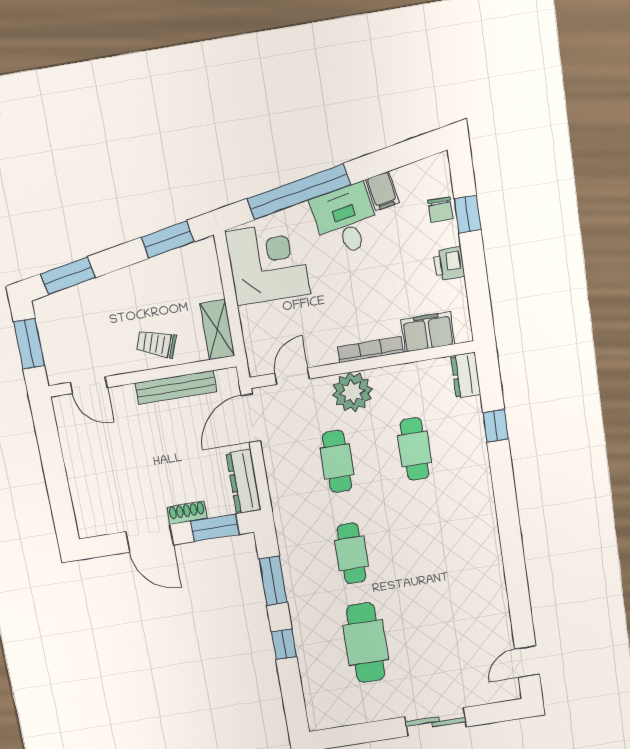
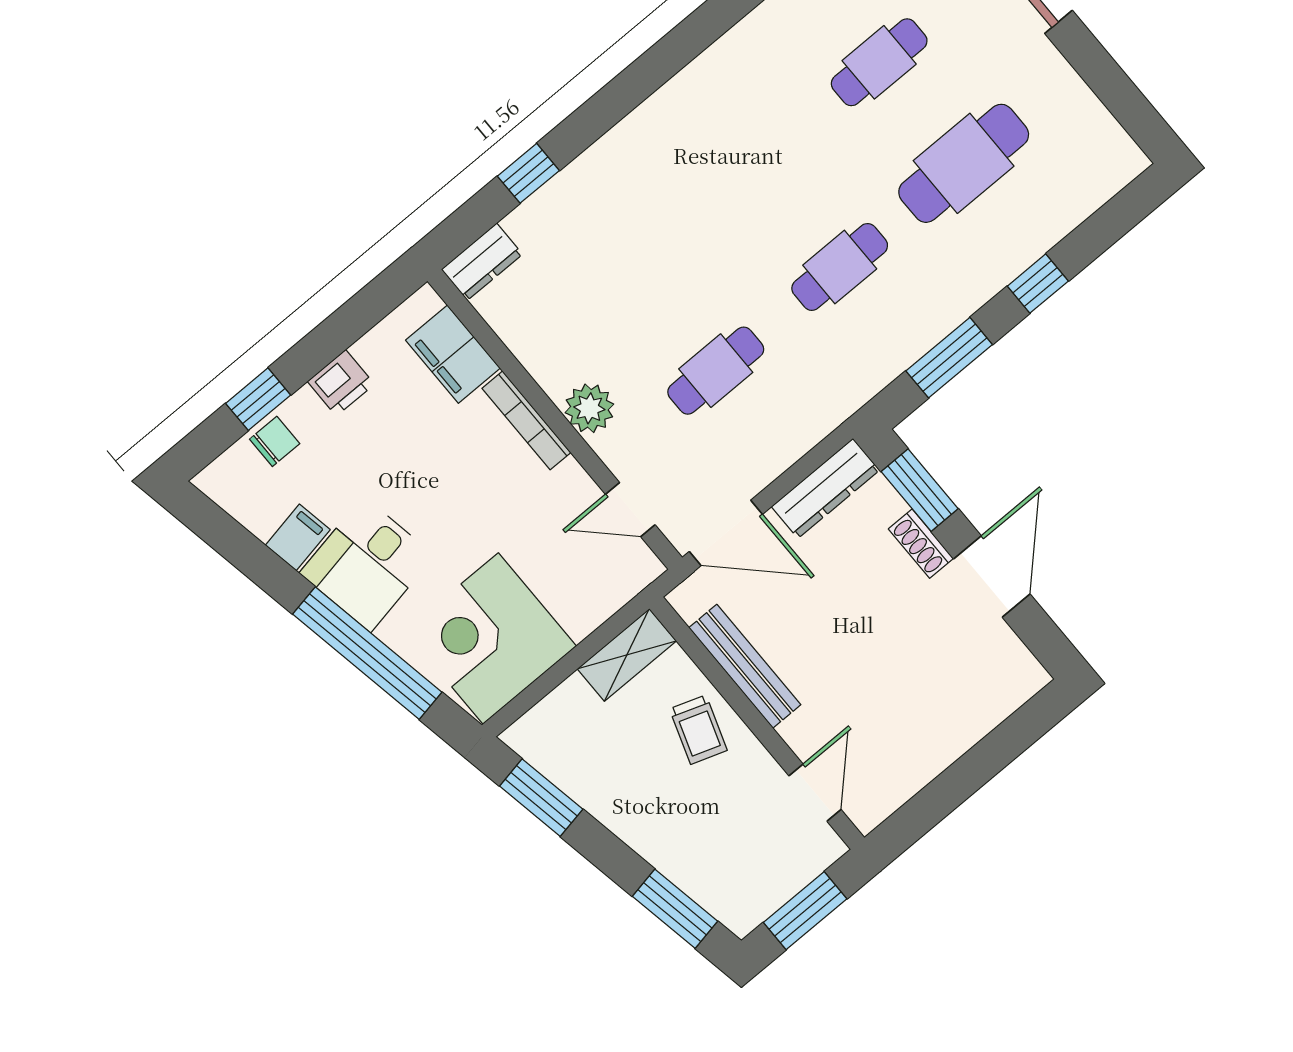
plant: (352, 392) -> (589, 408), width x0.73, depth x0.73
cafe table: (414, 449) -> (879, 62), moved

